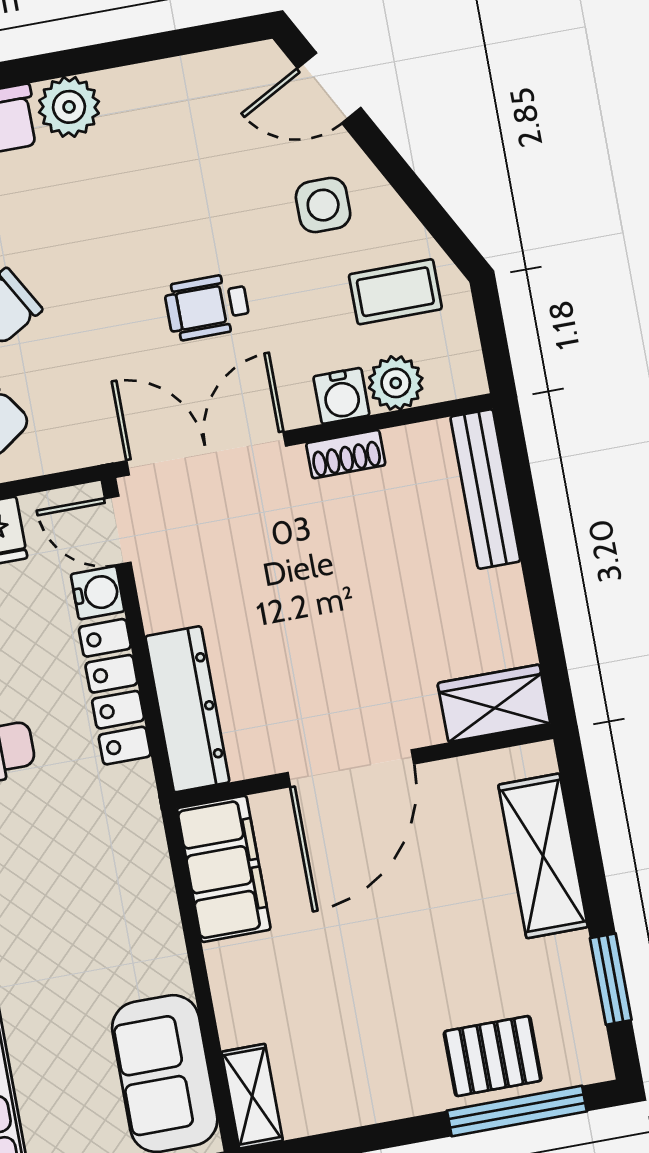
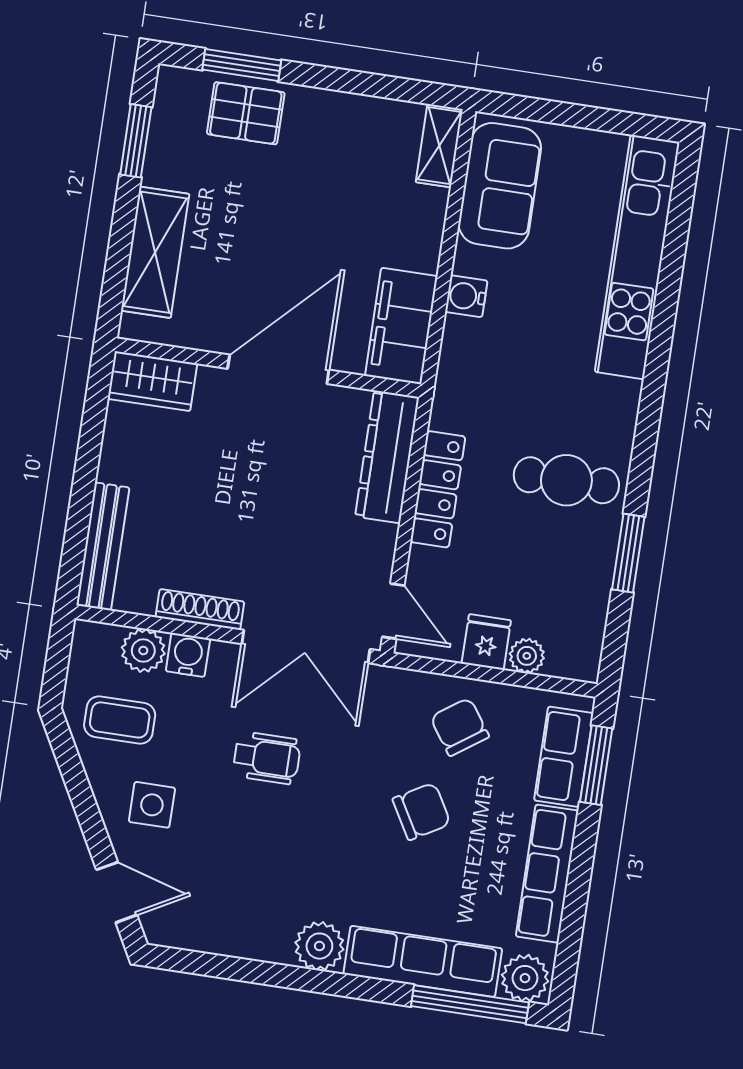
shoe rack: (346, 454) -> (200, 609), width x1.43
water cooler: (98, 593) -> (466, 296), moved
window: (517, 1111) -> (242, 65), width x0.69

